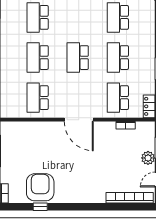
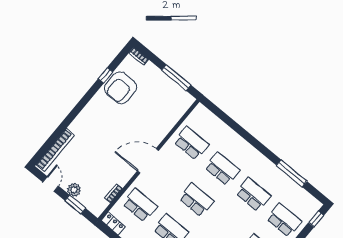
armchair: (40, 187) -> (120, 88), turned 90

